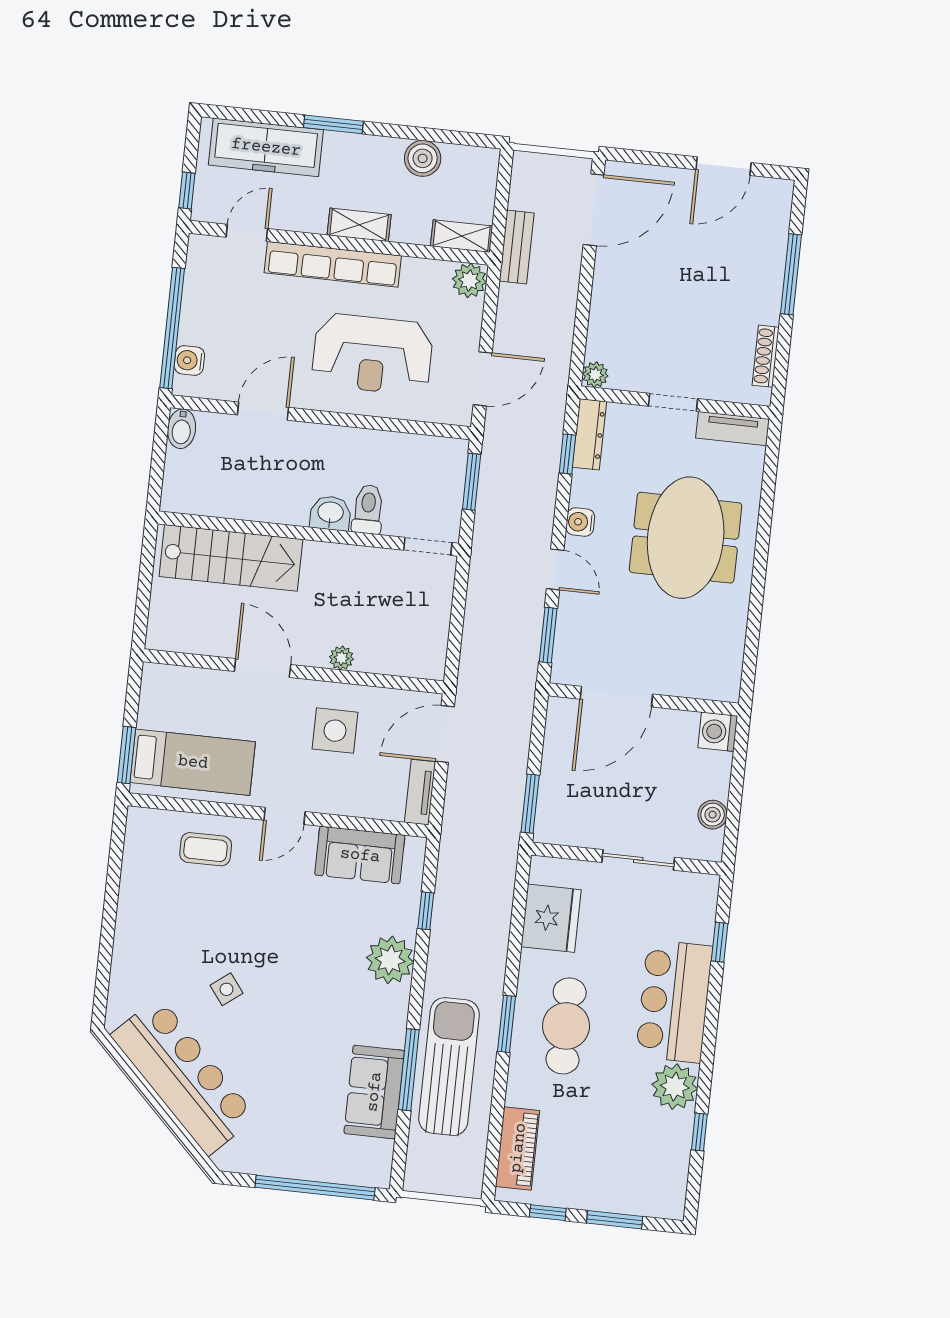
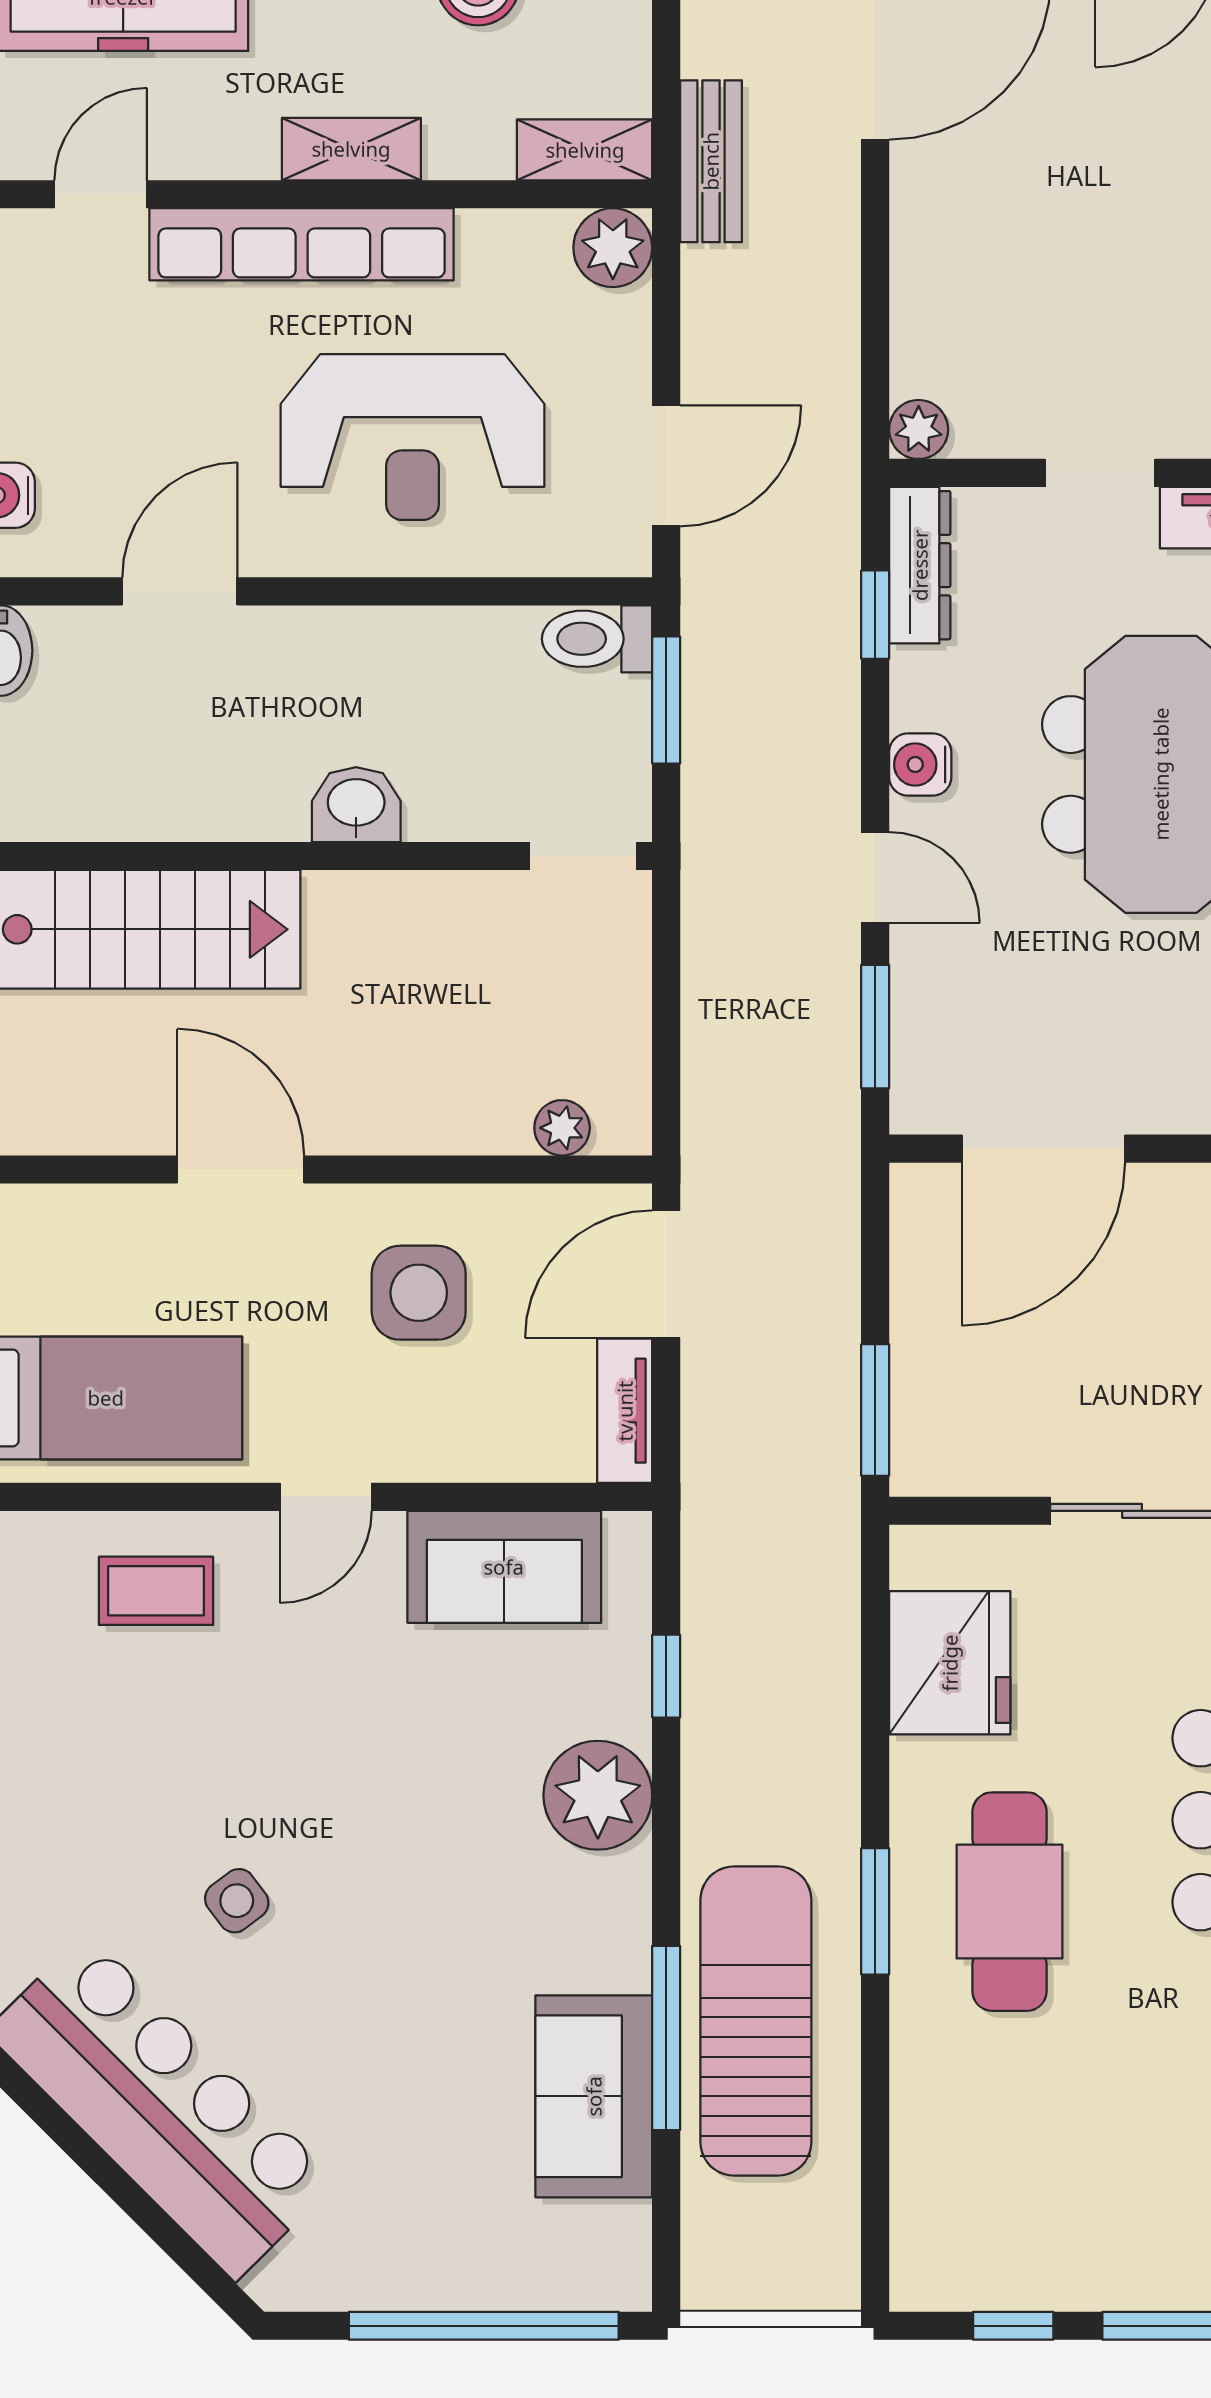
toilet: (368, 509) -> (597, 639), moved, turned -90
plant: (341, 658) -> (562, 1128), moved
piano: (518, 1148) -> (930, 2189), removed

